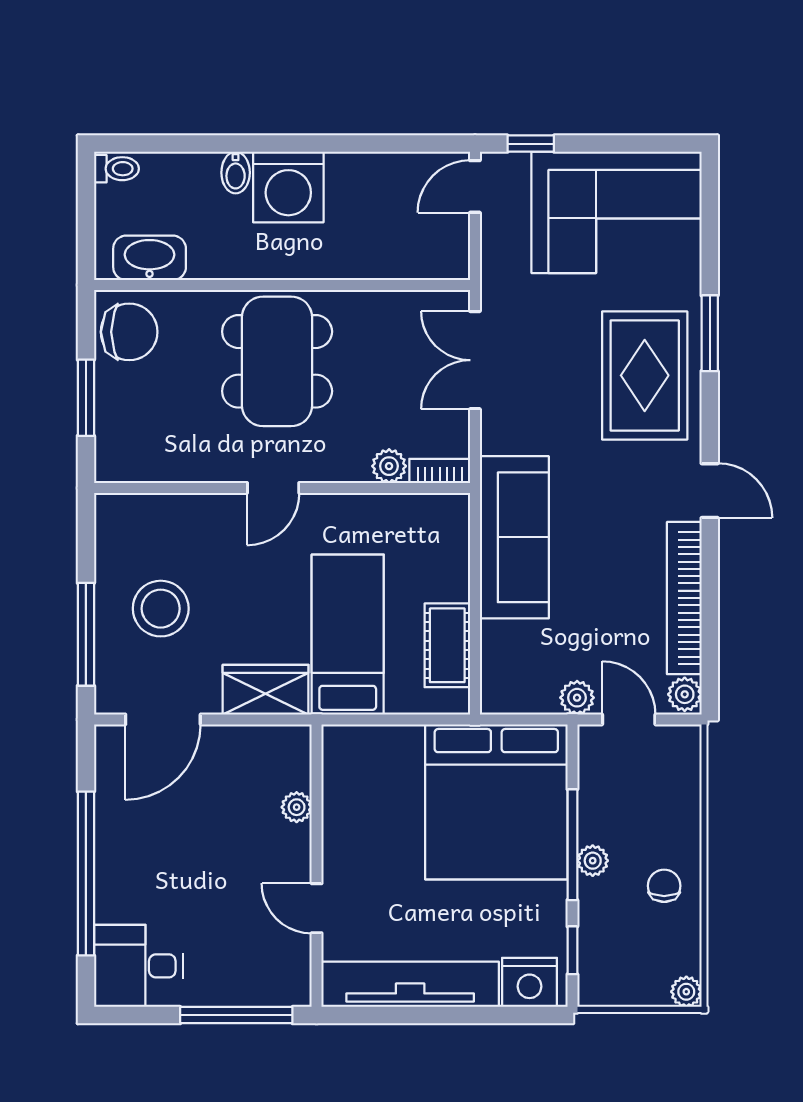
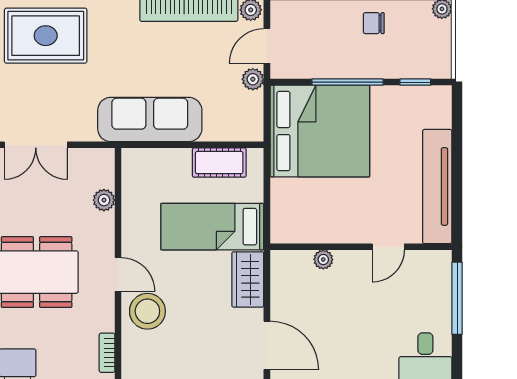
bookcase: (440, 471) -> (107, 353), moved
stool: (161, 609) -> (147, 311), moved
plant: (593, 861) -> (358, 69), removed
nightstand: (529, 982) -> (436, 110), removed

